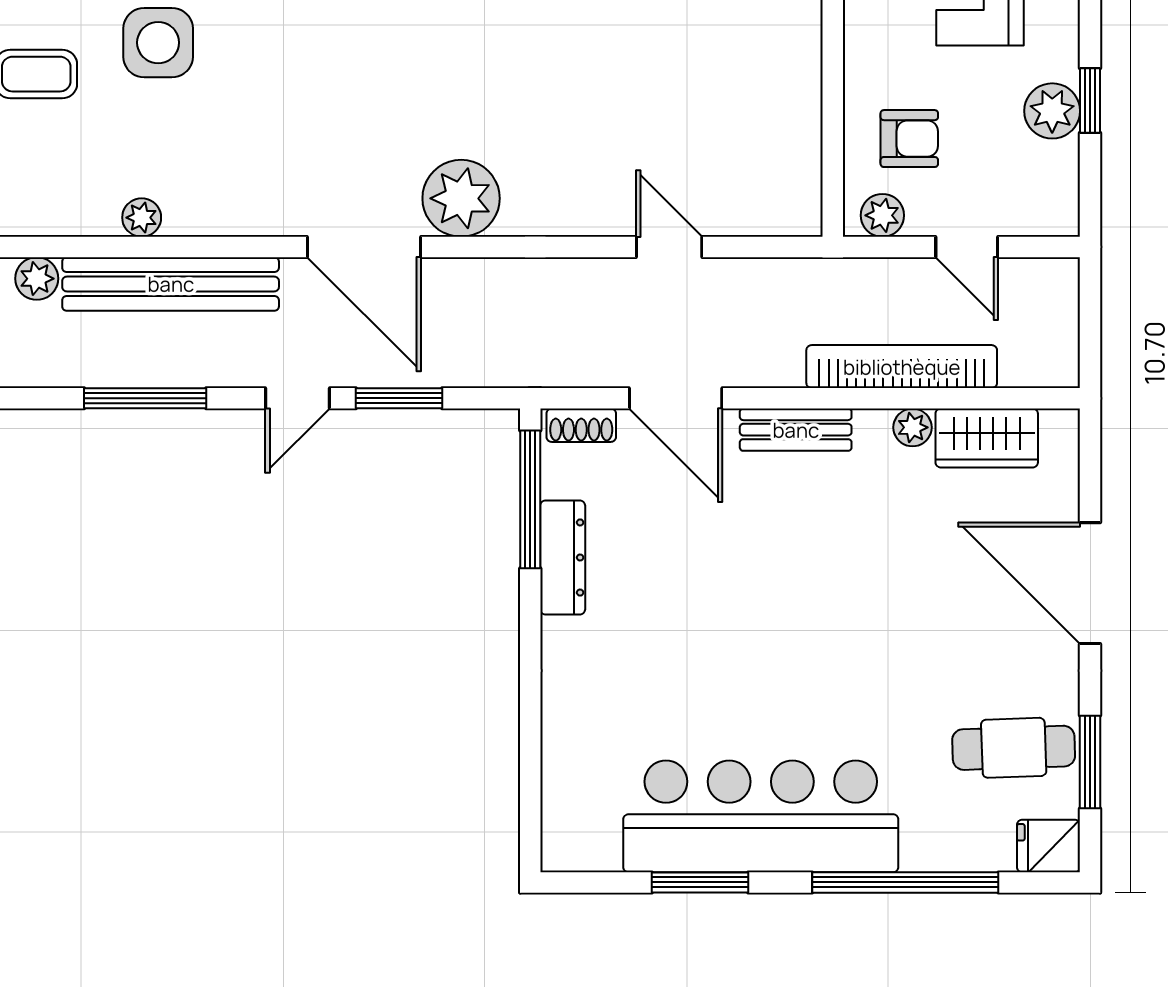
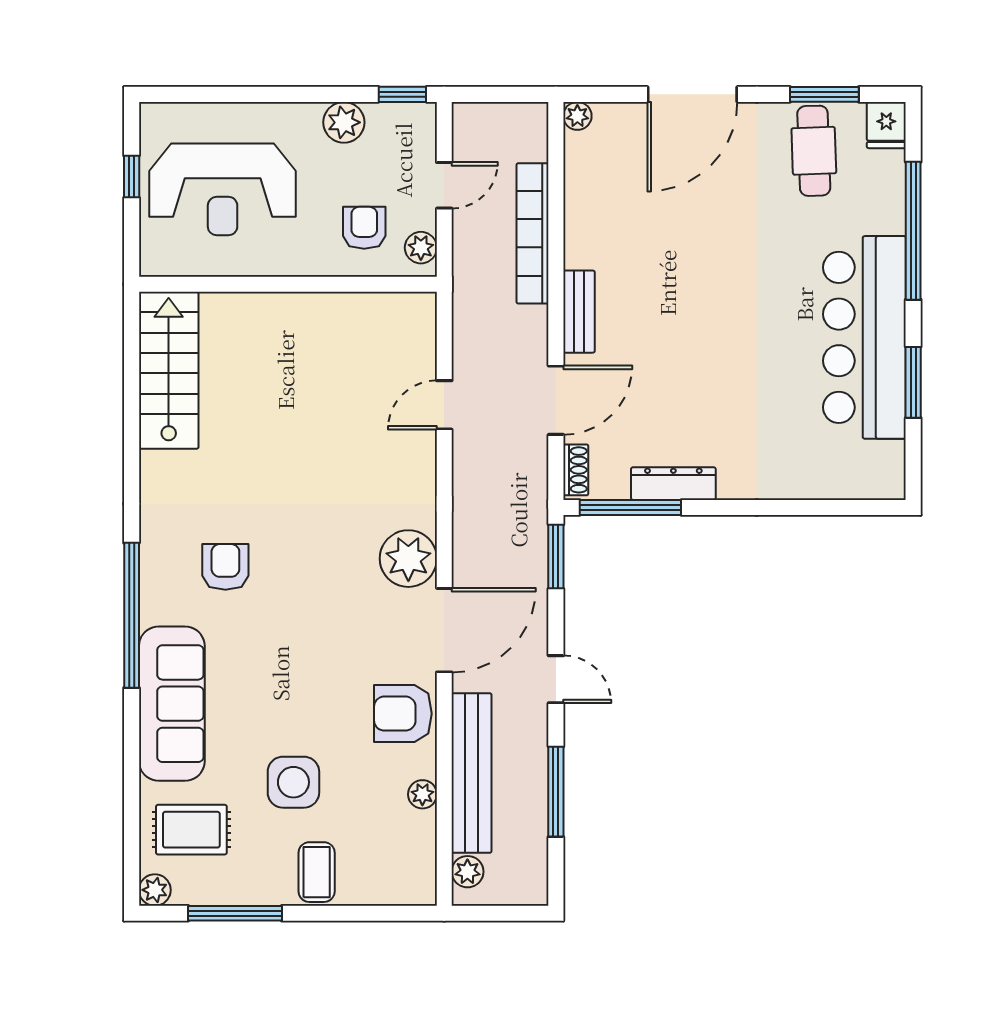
window: (1090, 100) -> (402, 94), moved
armchair: (251, 191) -> (403, 714), added
window: (399, 398) -> (556, 557), moved
plant: (913, 427) -> (577, 116), moved
wardrobe: (987, 438) -> (585, 171), removed

